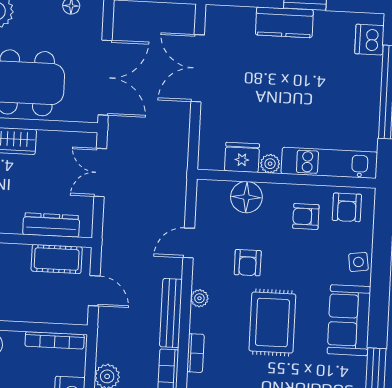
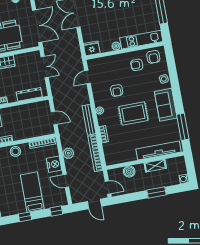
fridge: (242, 157) -> (92, 48), moved
double door: (100, 172) -> (45, 67), swing flipped
floor lamp: (246, 197) -> (109, 63), removed
door: (189, 243) -> (87, 77), moved
cot: (57, 259) -> (35, 108), removed
rug: (272, 323) -> (133, 113), turned 90

